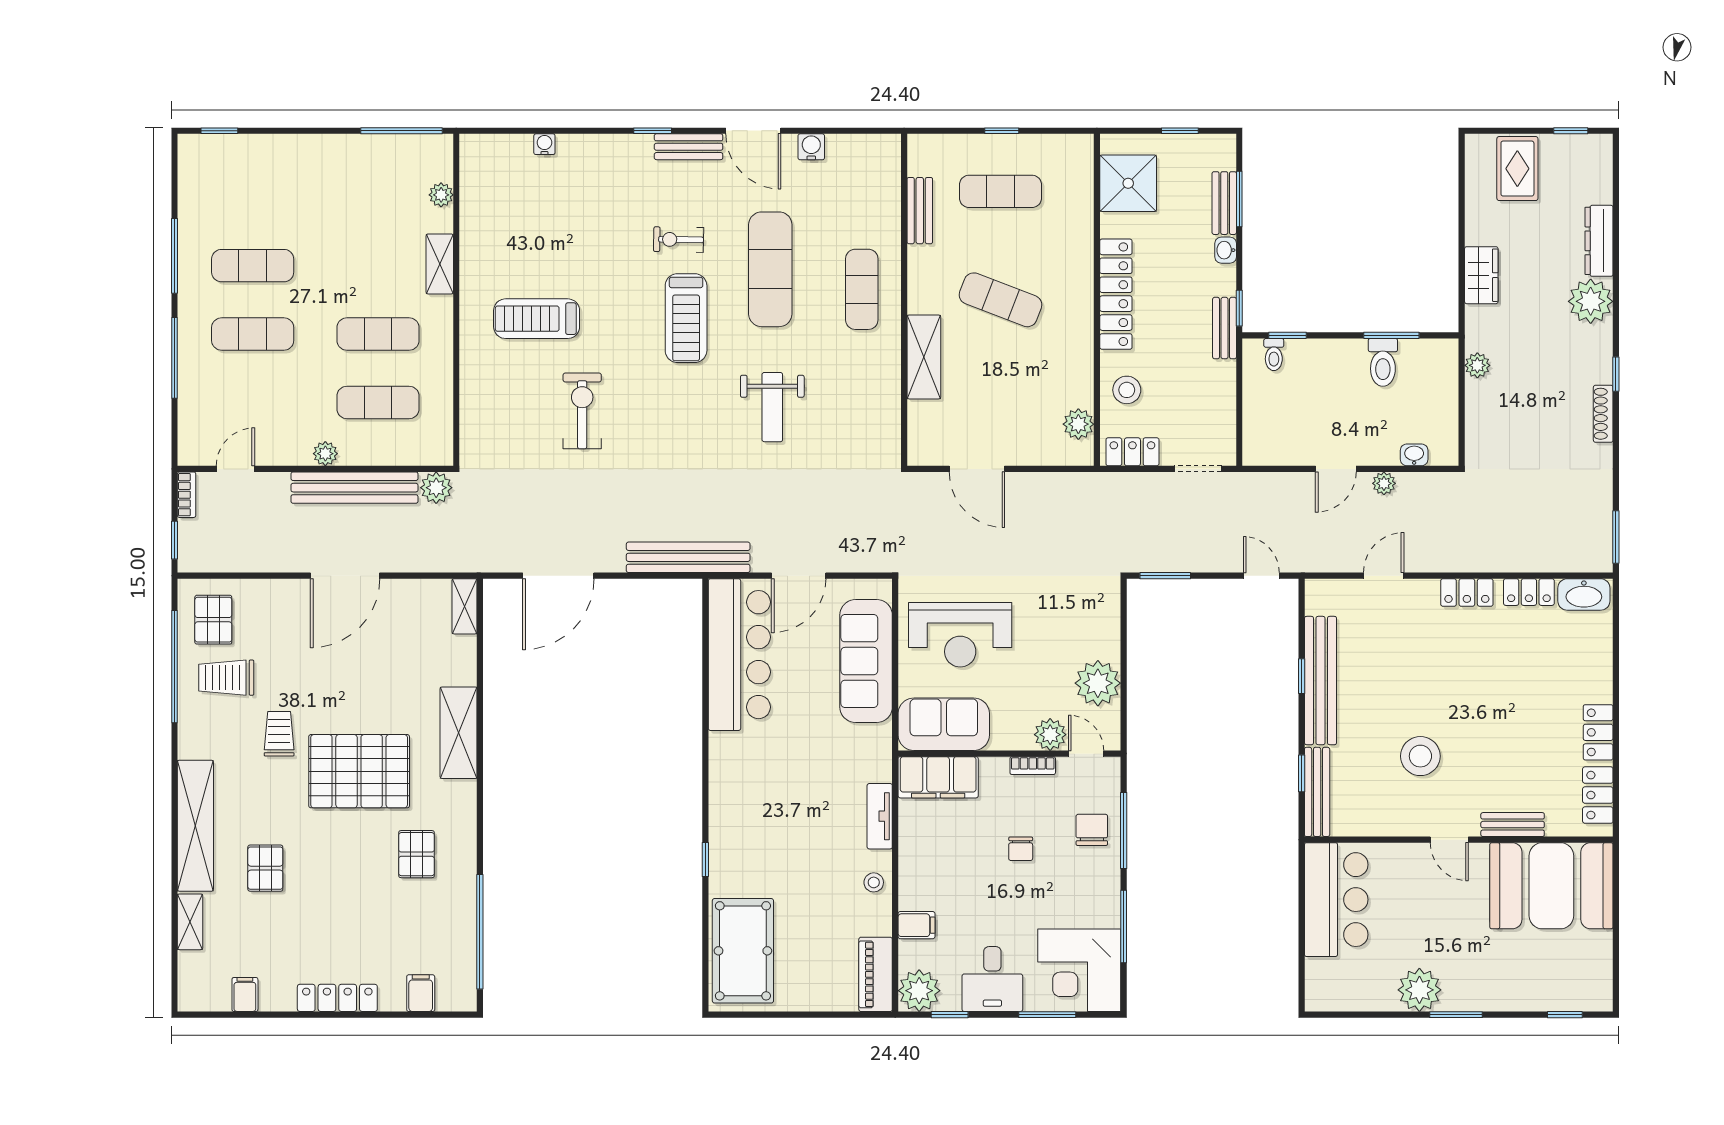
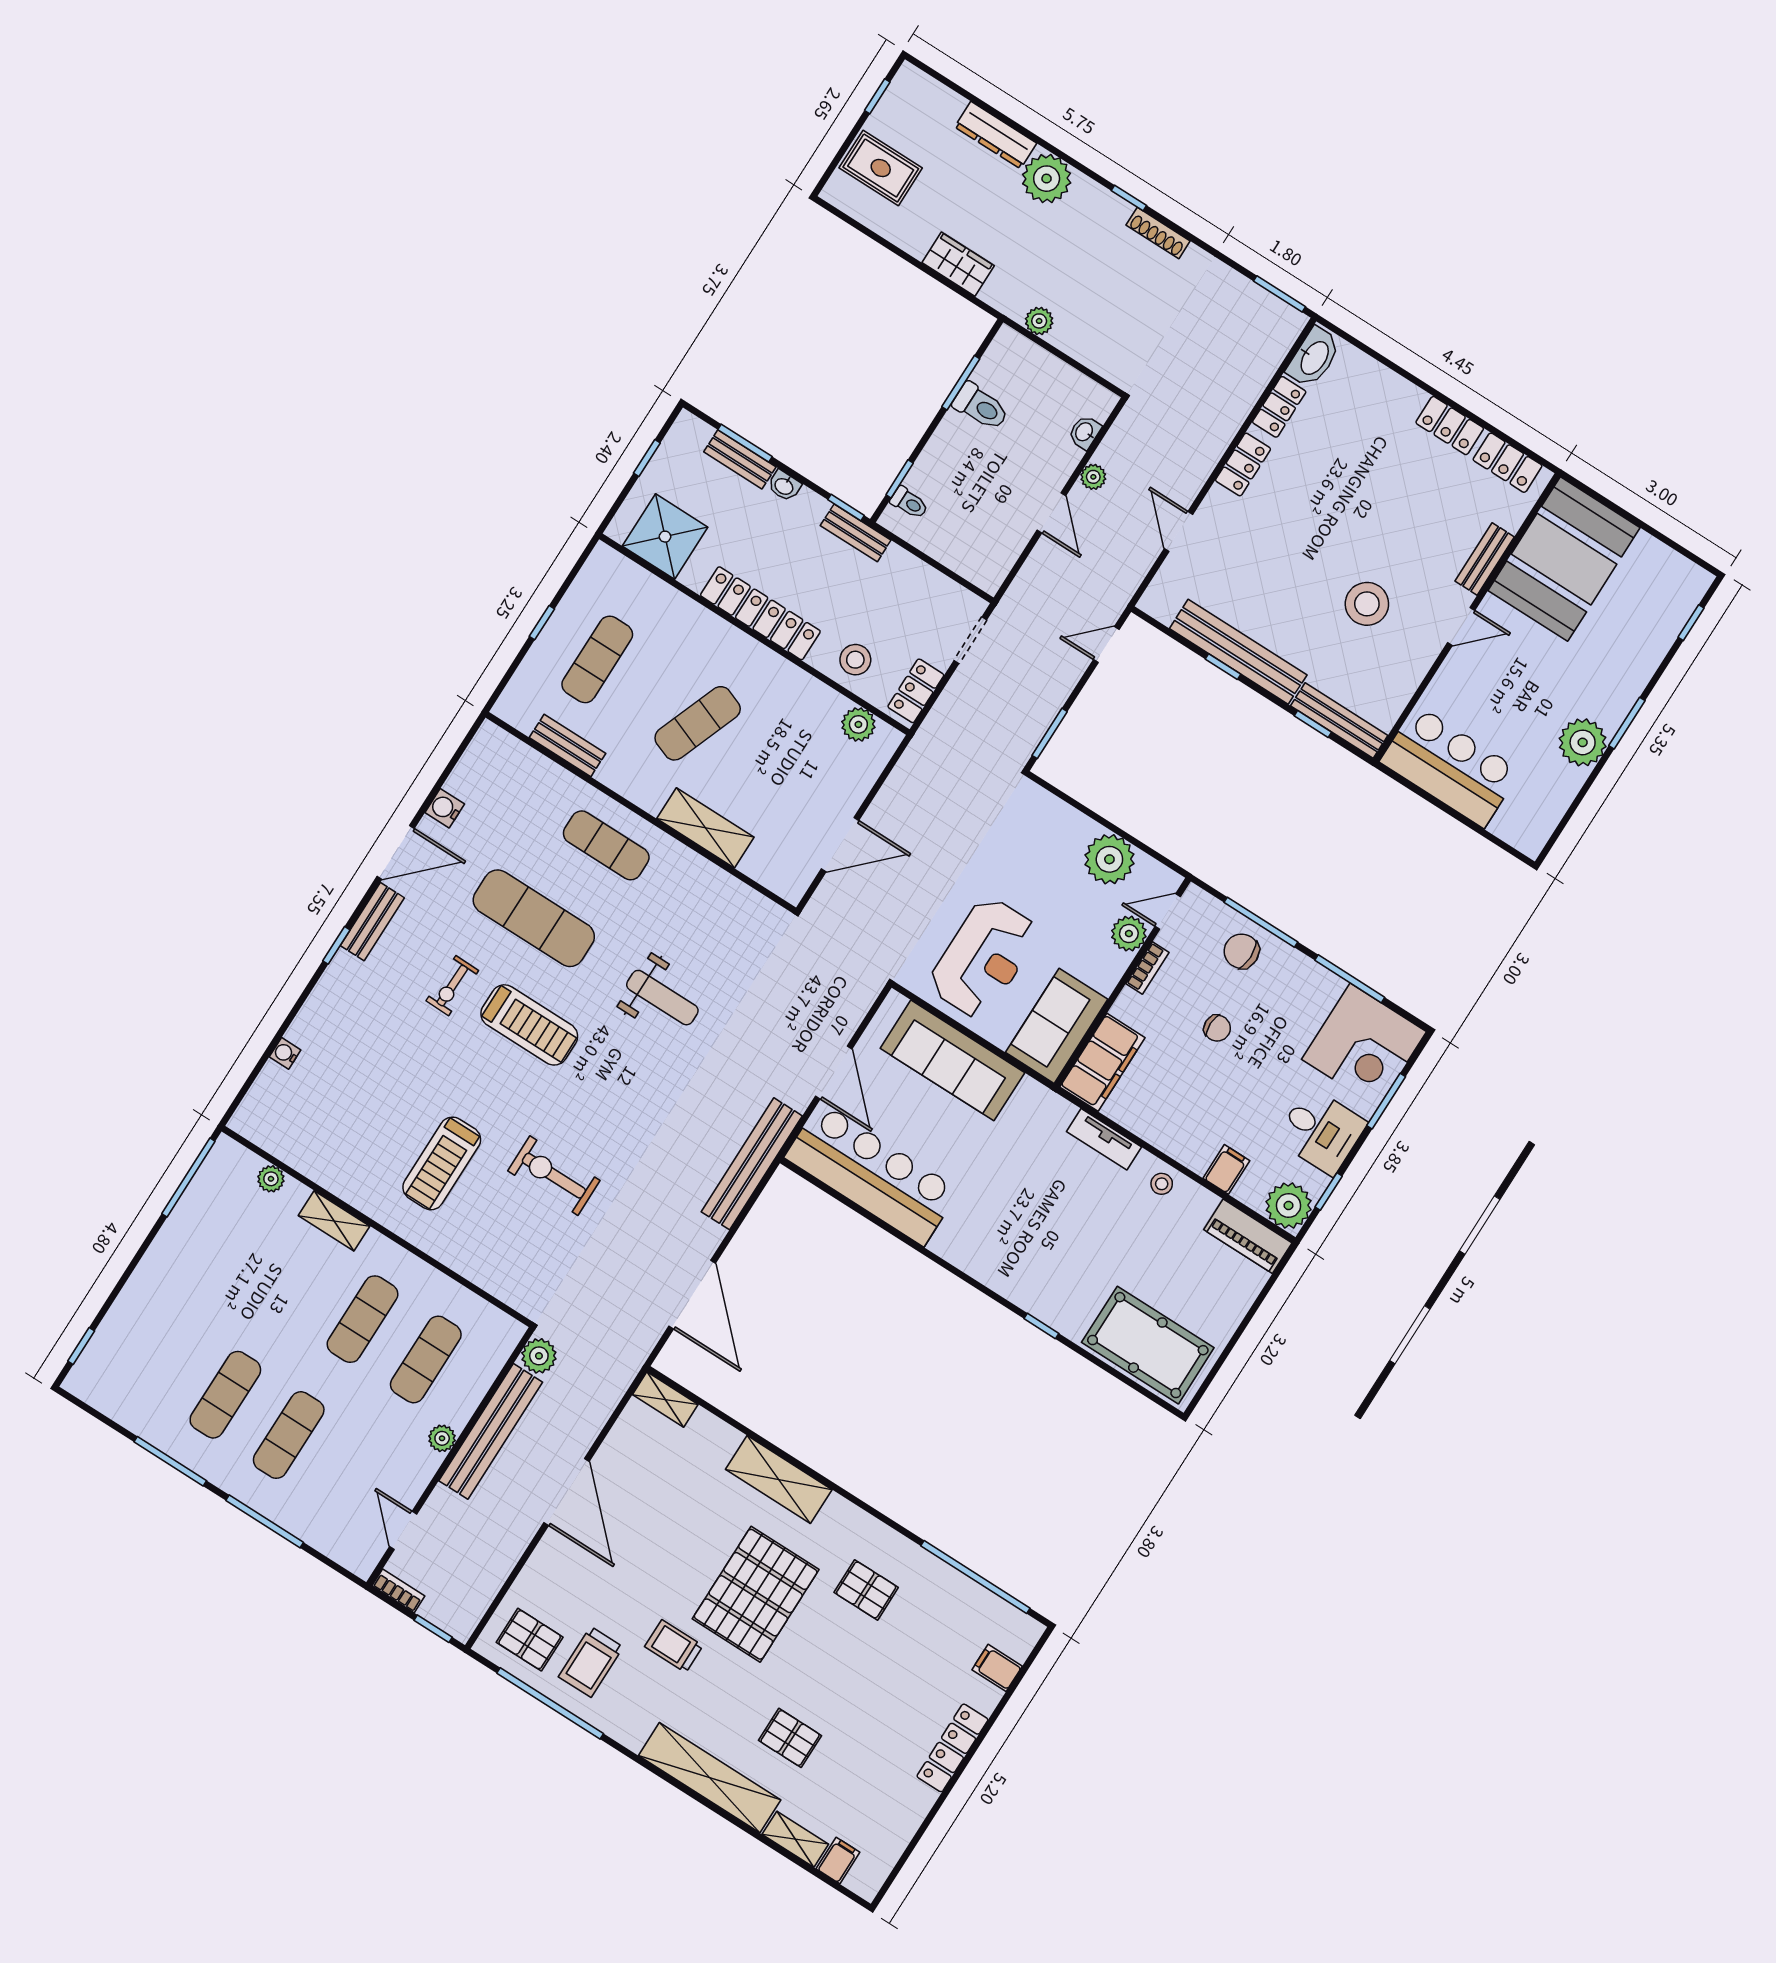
filing cabinet: (245, 994) -> (838, 1860), moved, turned 90

